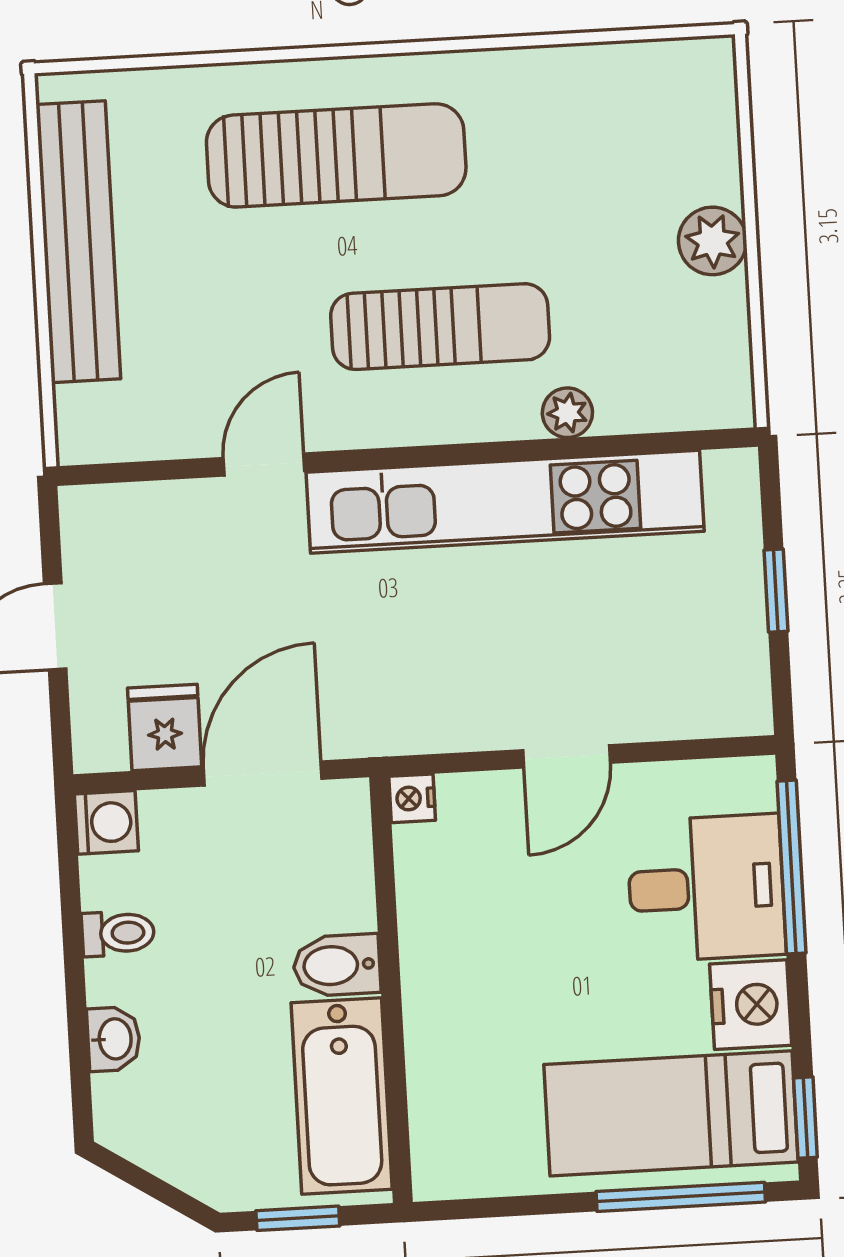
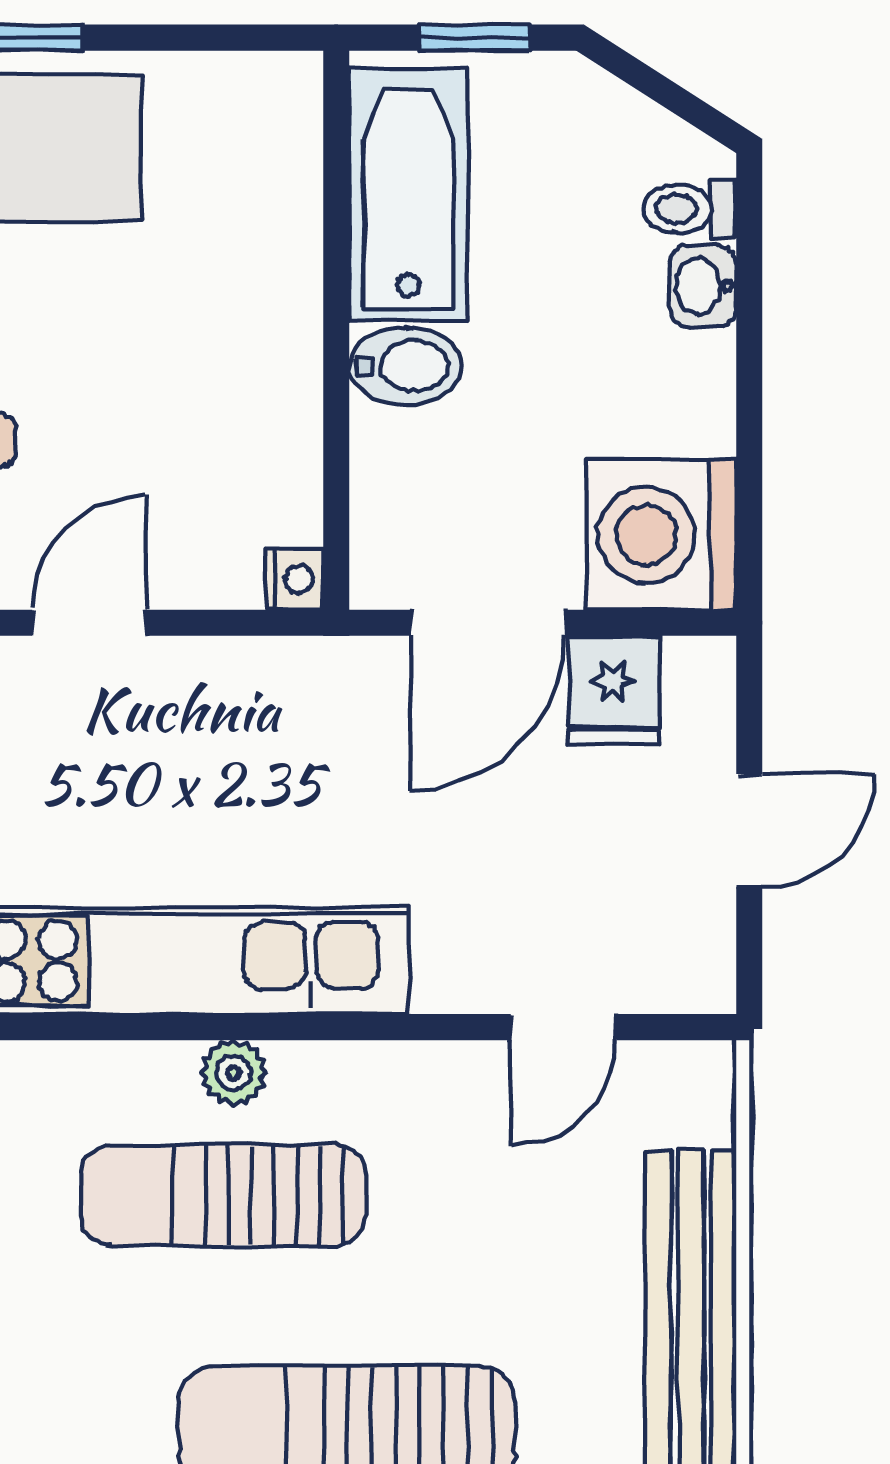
plant: (567, 413) -> (234, 1073), moved
door: (264, 465) -> (564, 1027), moved
washing machine: (106, 822) -> (661, 535), width x1.89, depth x1.89
toilet: (118, 933) -> (689, 209), moved

